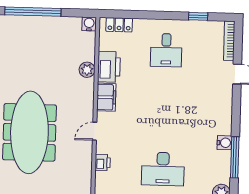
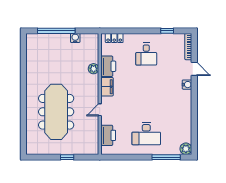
water cooler: (89, 24) -> (75, 38), moved
water cooler: (224, 143) -> (187, 85), moved
window: (235, 157) -> (194, 125), removed
printer: (103, 162) -> (108, 135), width x1.87, depth x1.48

